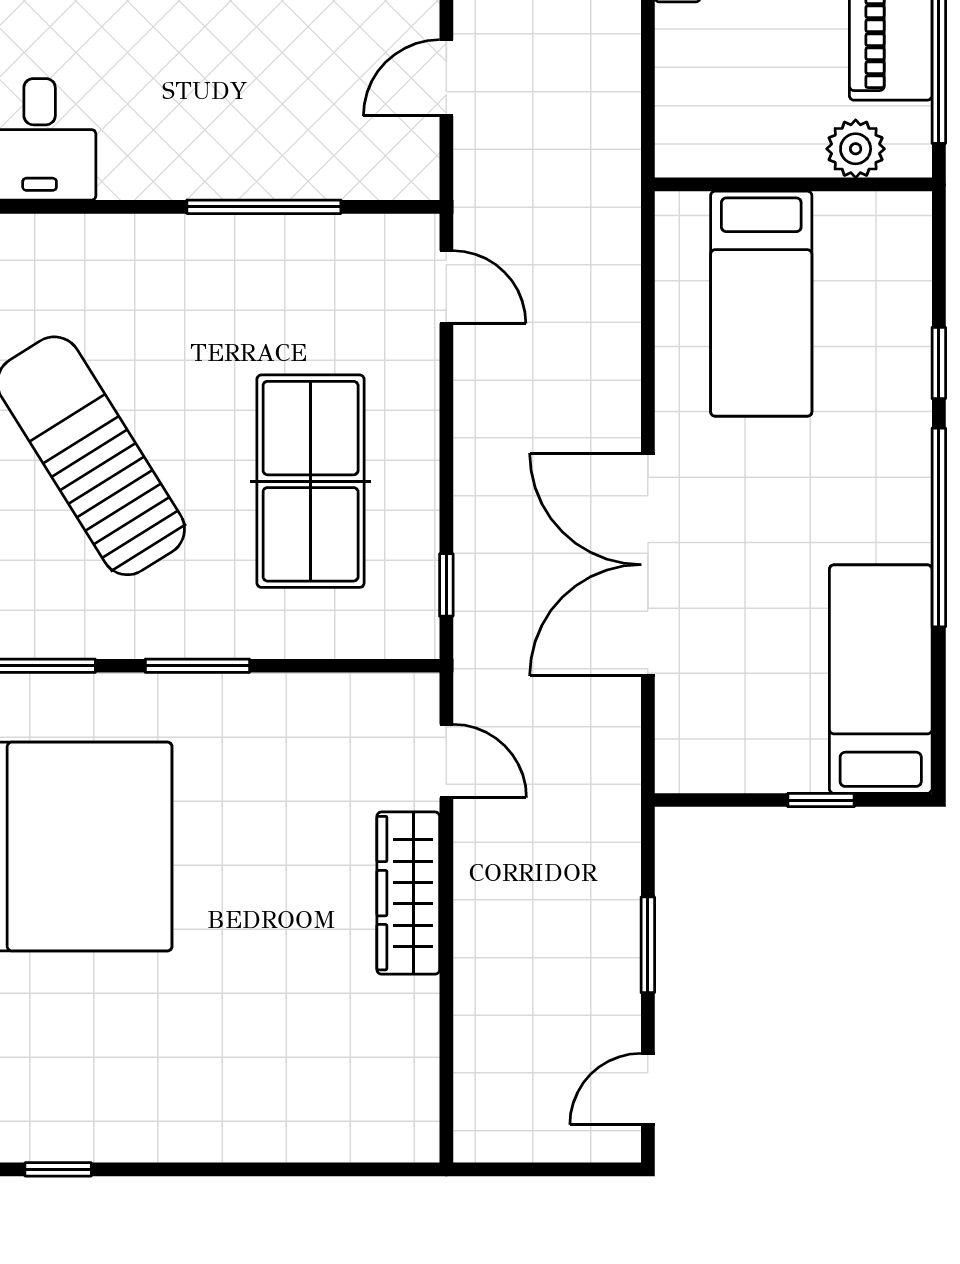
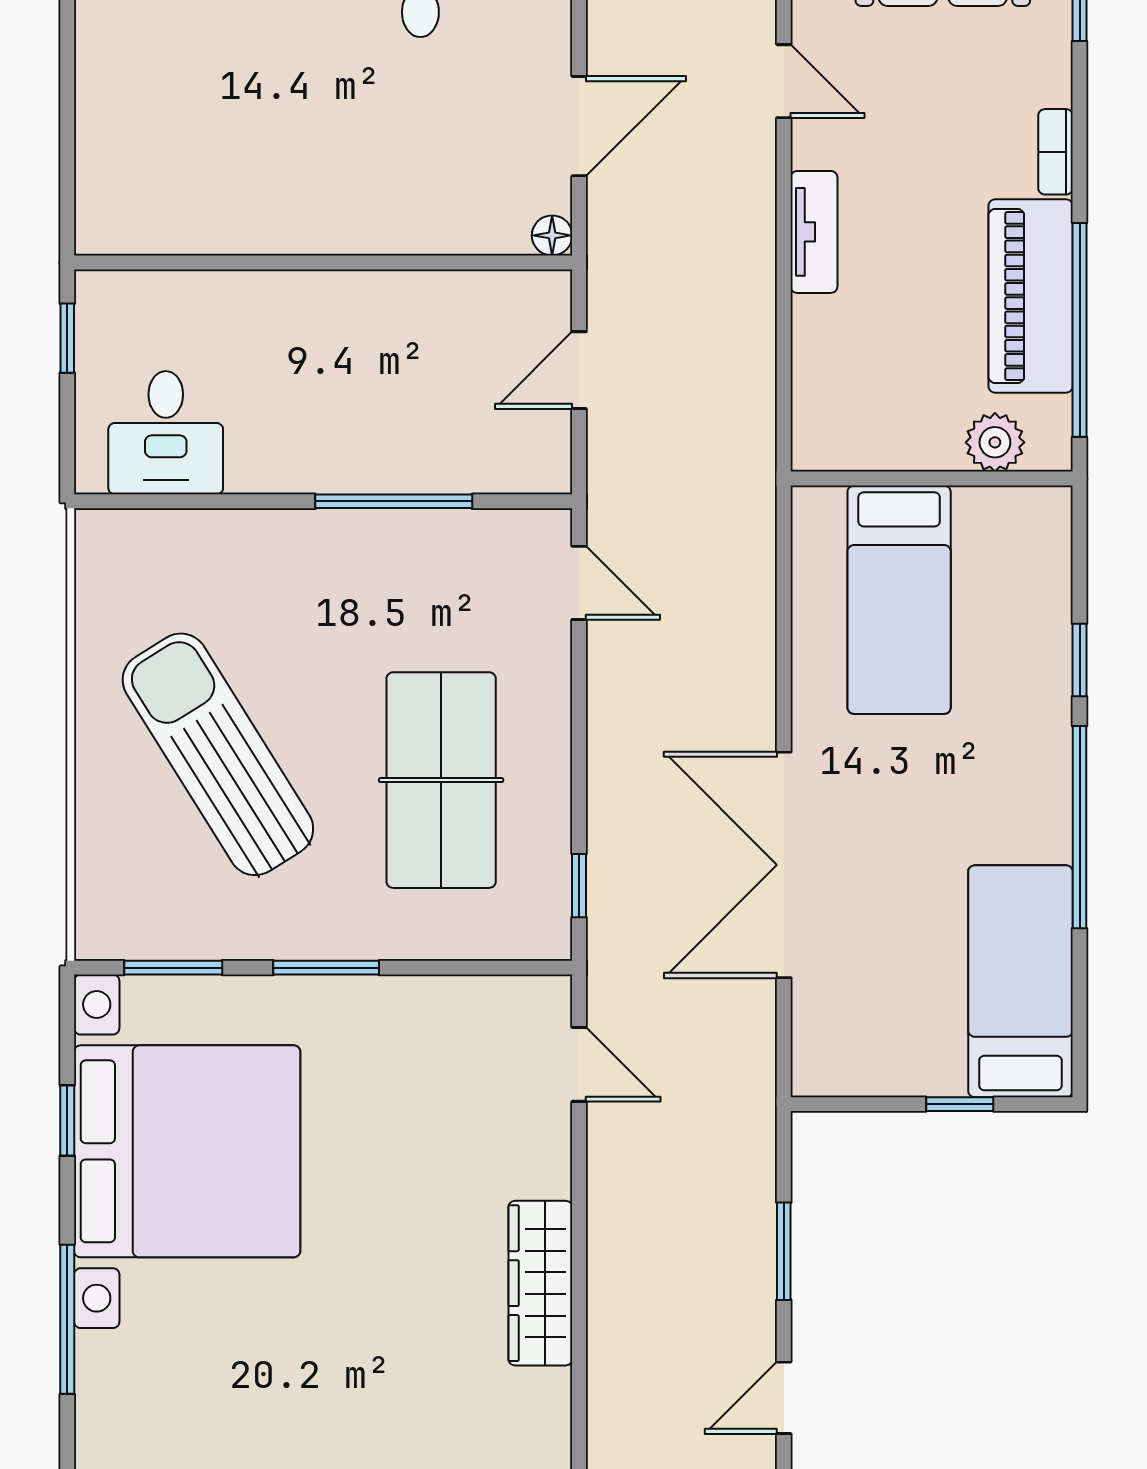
wardrobe: (408, 893) -> (540, 1283), moved

